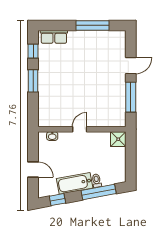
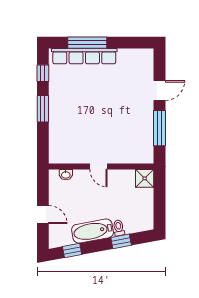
window: (93, 25) -> (87, 43), moved
row of seats: (54, 37) -> (84, 56), width x2.02
door: (80, 129) -> (98, 166), swing flipped
window: (99, 192) -> (121, 241), width x0.46

